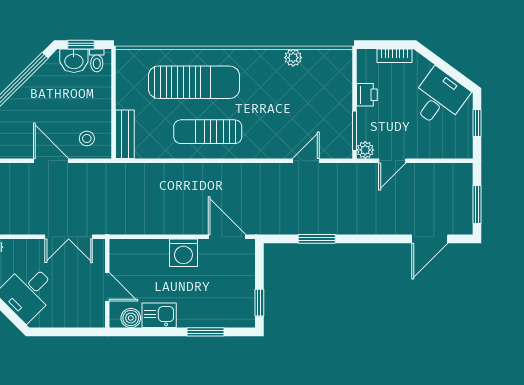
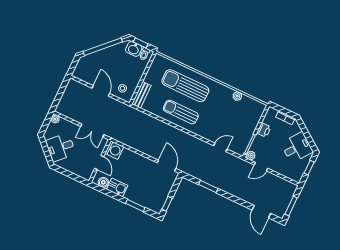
sun lounger: (194, 82) -> (185, 86), turned 180
door: (430, 239) -> (261, 212), hinge flipped
washing machine: (183, 253) -> (114, 150), moved, turned -90

